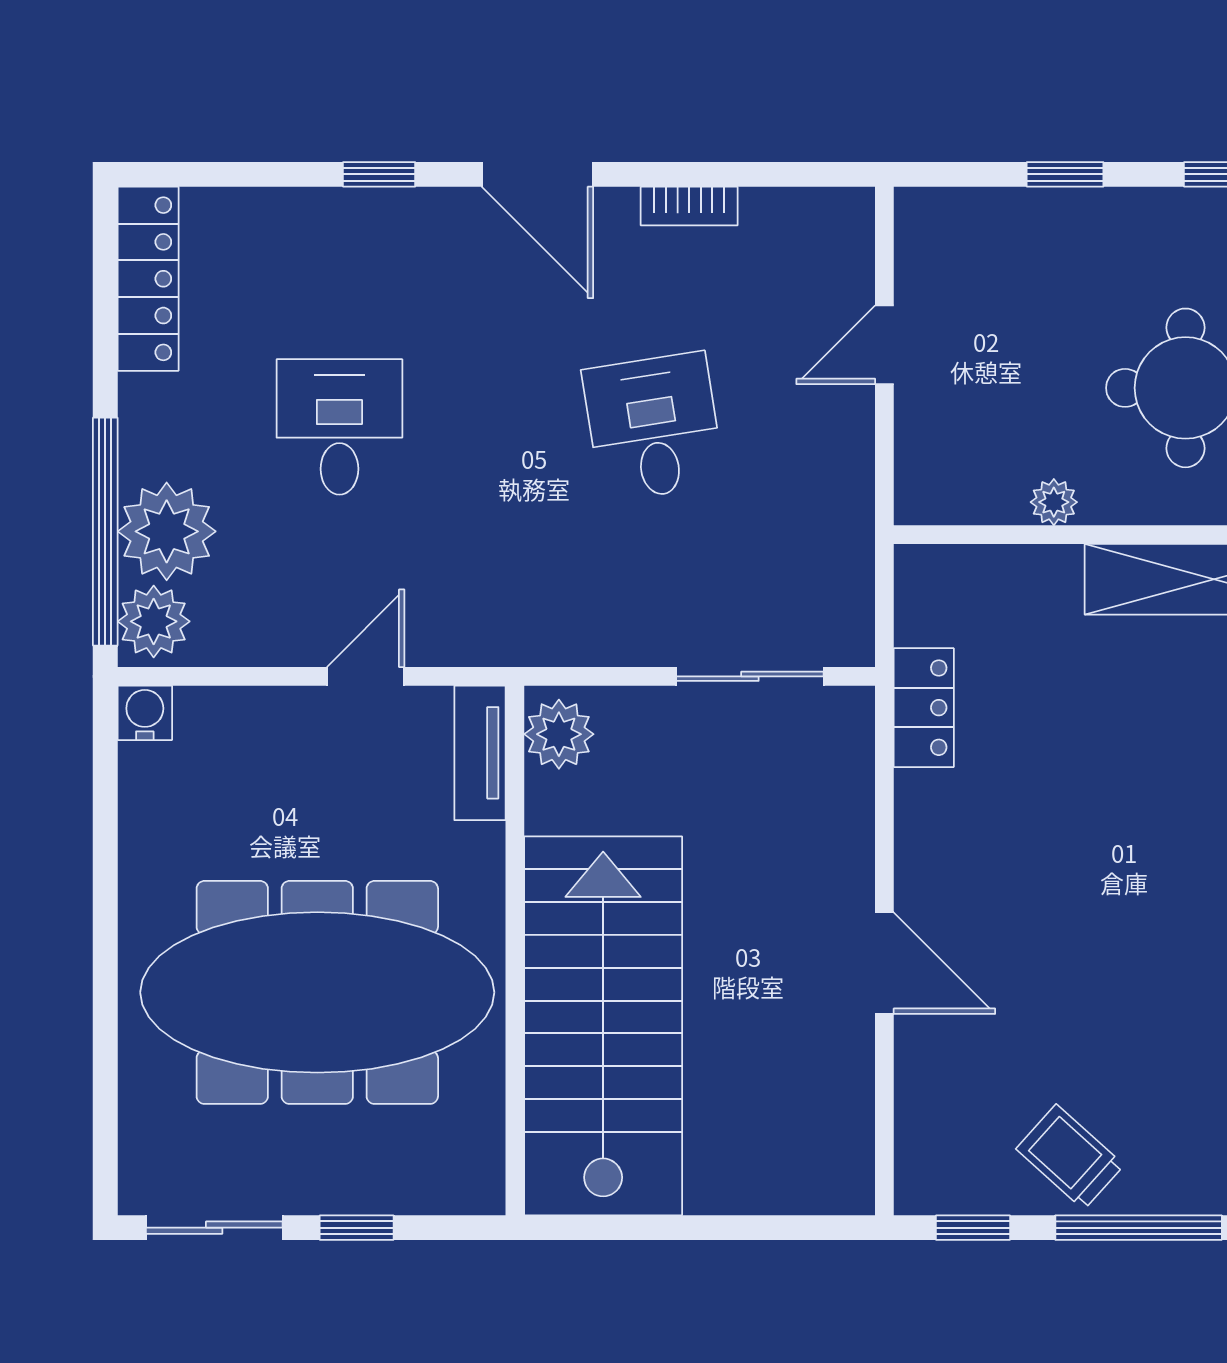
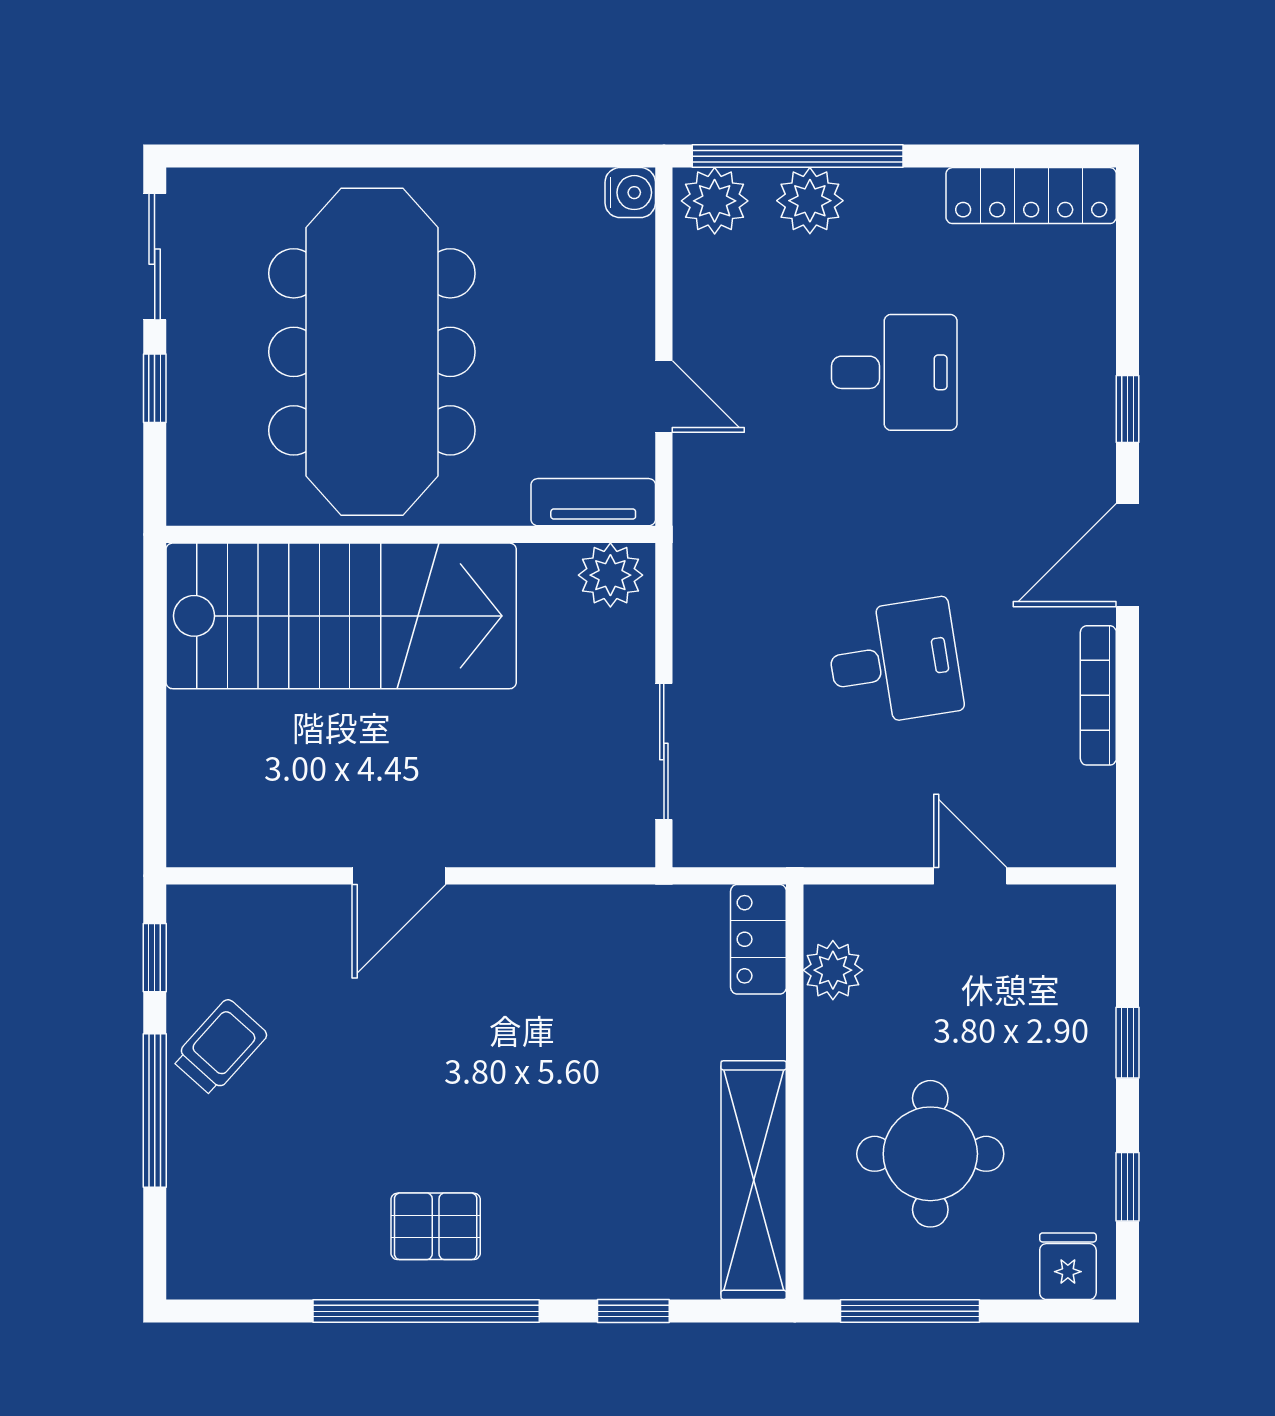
bookcase: (689, 206) -> (1098, 695), width x1.56
plant: (1054, 502) -> (833, 970), moved, width x1.38, depth x1.38
plant: (167, 531) -> (810, 201), width x0.73, depth x0.73
locker: (924, 708) -> (758, 939), moved, turned 90

